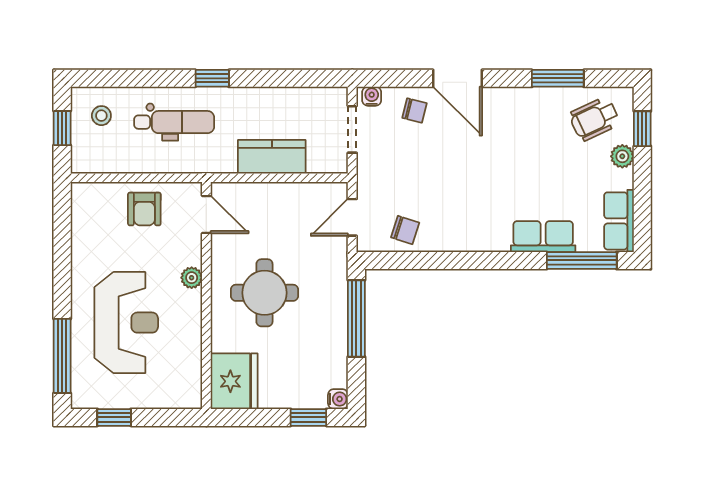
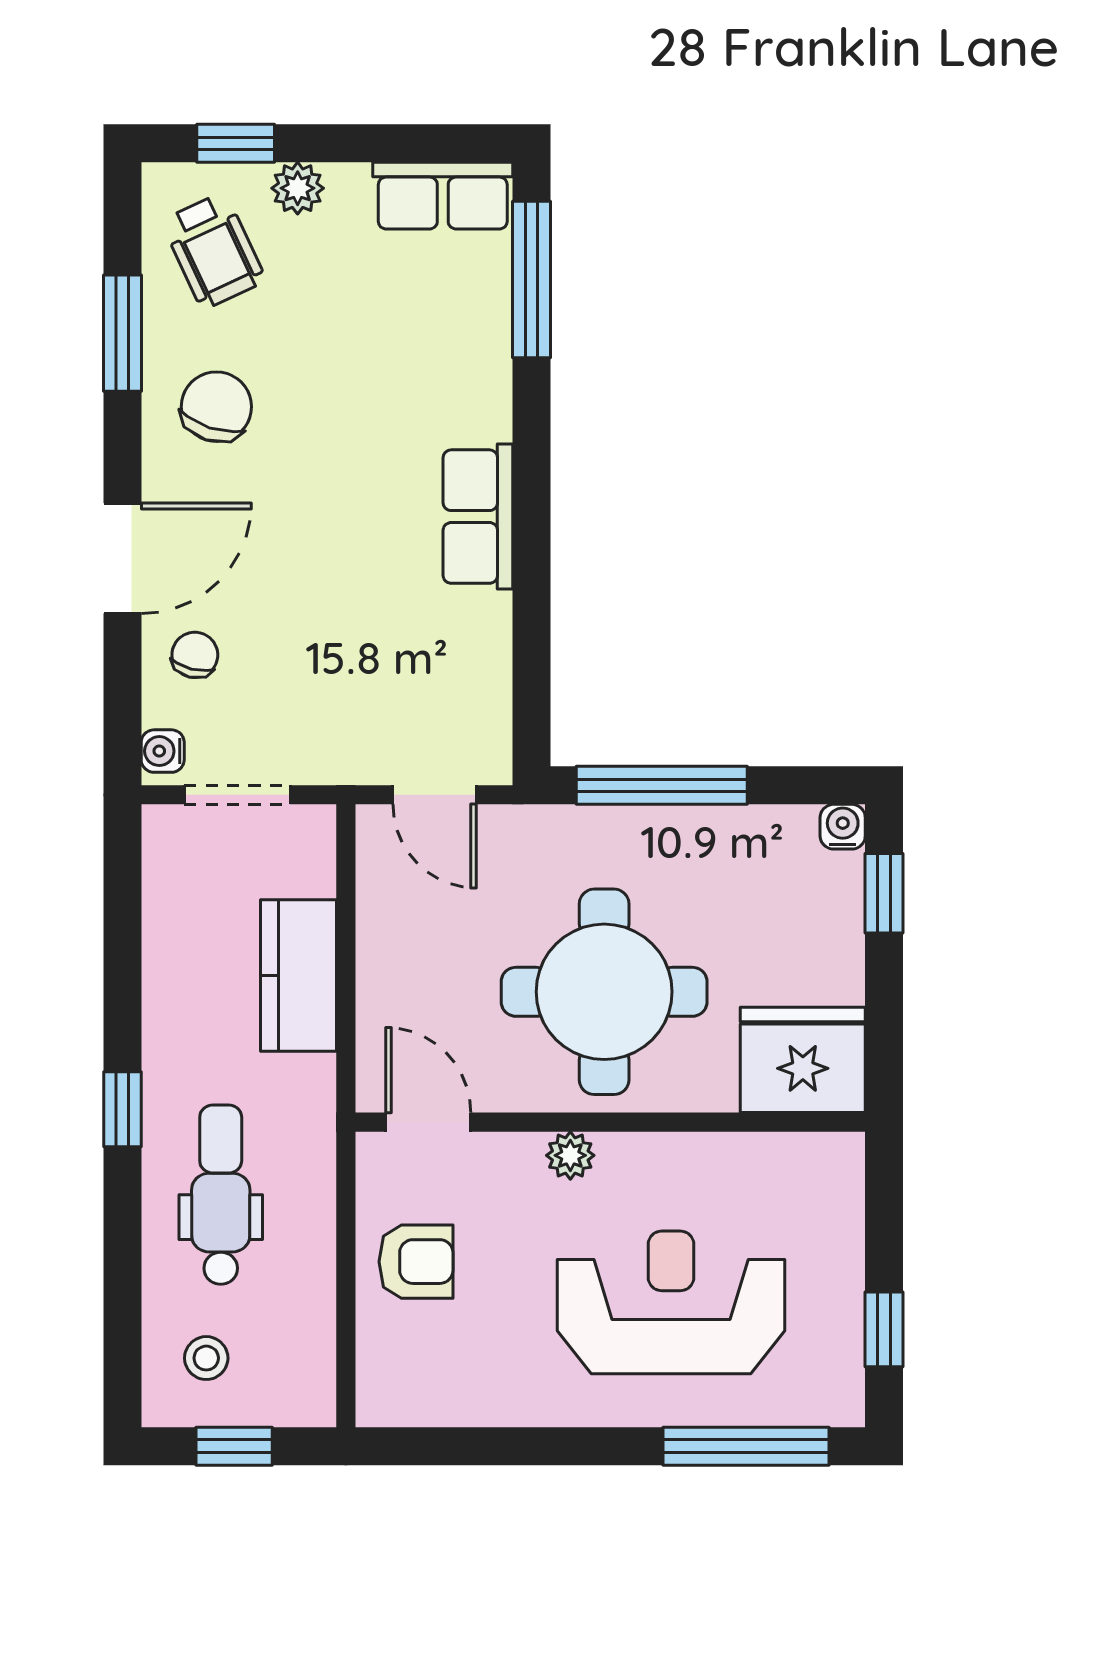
door: (206, 214) -> (428, 1122), hinge flipped
chair: (405, 230) -> (216, 407), moved, width x1.37, depth x1.37
row of seats: (543, 237) -> (478, 517), moved
round table: (264, 293) -> (604, 992), width x1.36, depth x1.36

